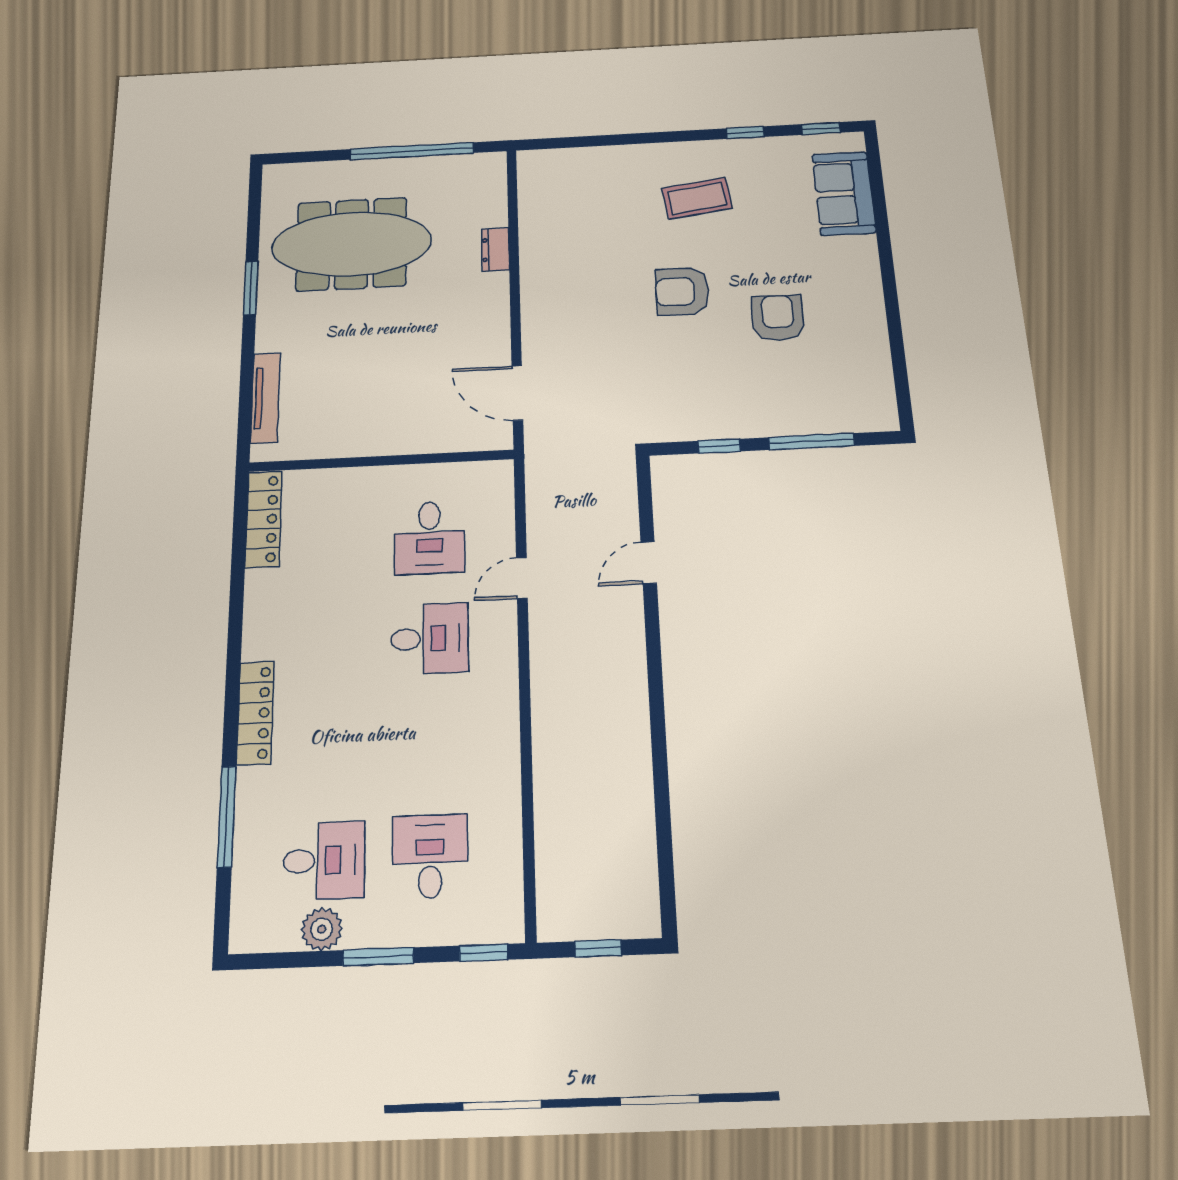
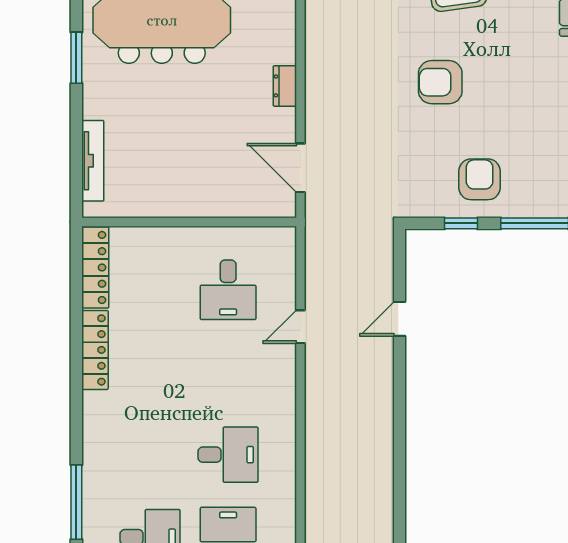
dresser: (495, 250) -> (285, 86), moved
armchair: (778, 318) -> (480, 179), moved
desk: (430, 639) -> (228, 455), moved
locker: (255, 713) -> (95, 350), moved

